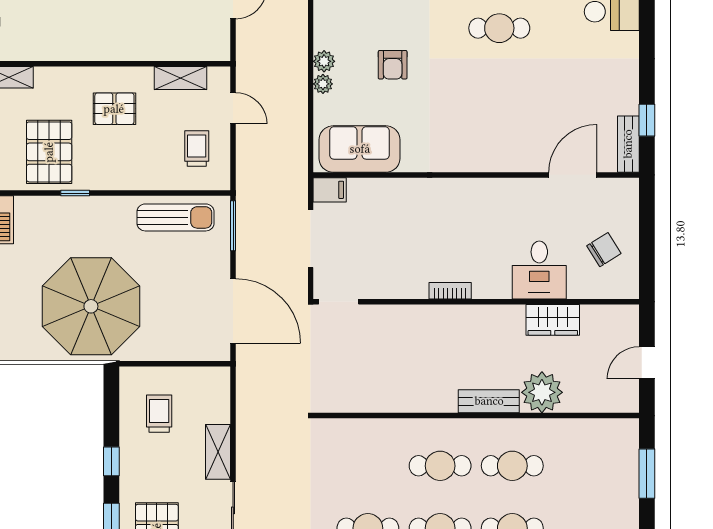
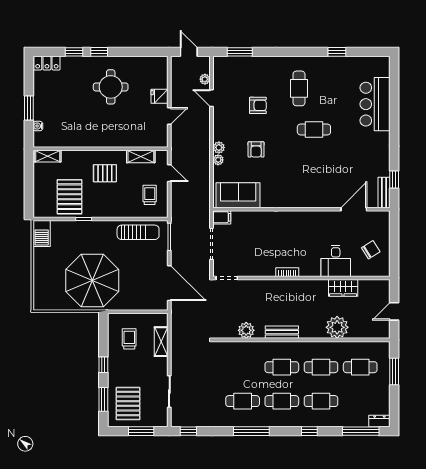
plant: (375, 398) -> (246, 330), added
bench: (489, 401) -> (282, 332), moved
shelving: (218, 452) -> (161, 342), moved
cafe table: (584, 466) -> (360, 367), added

